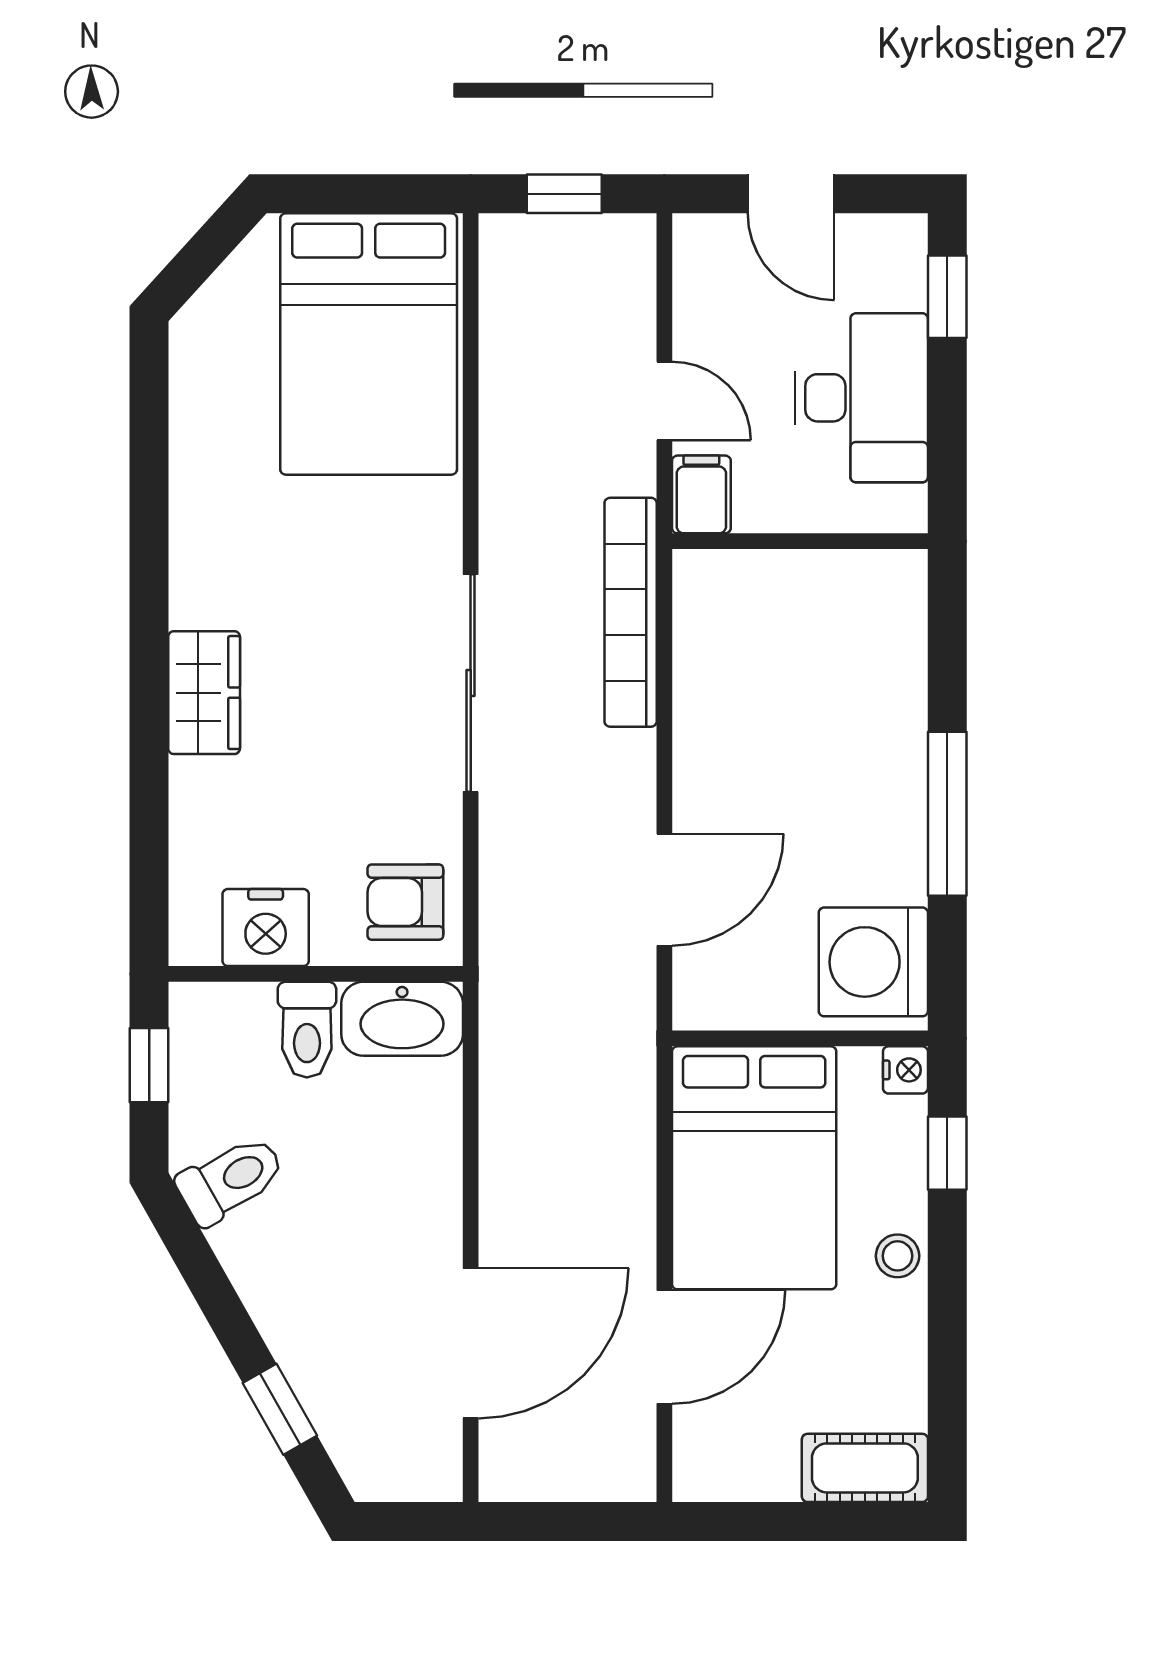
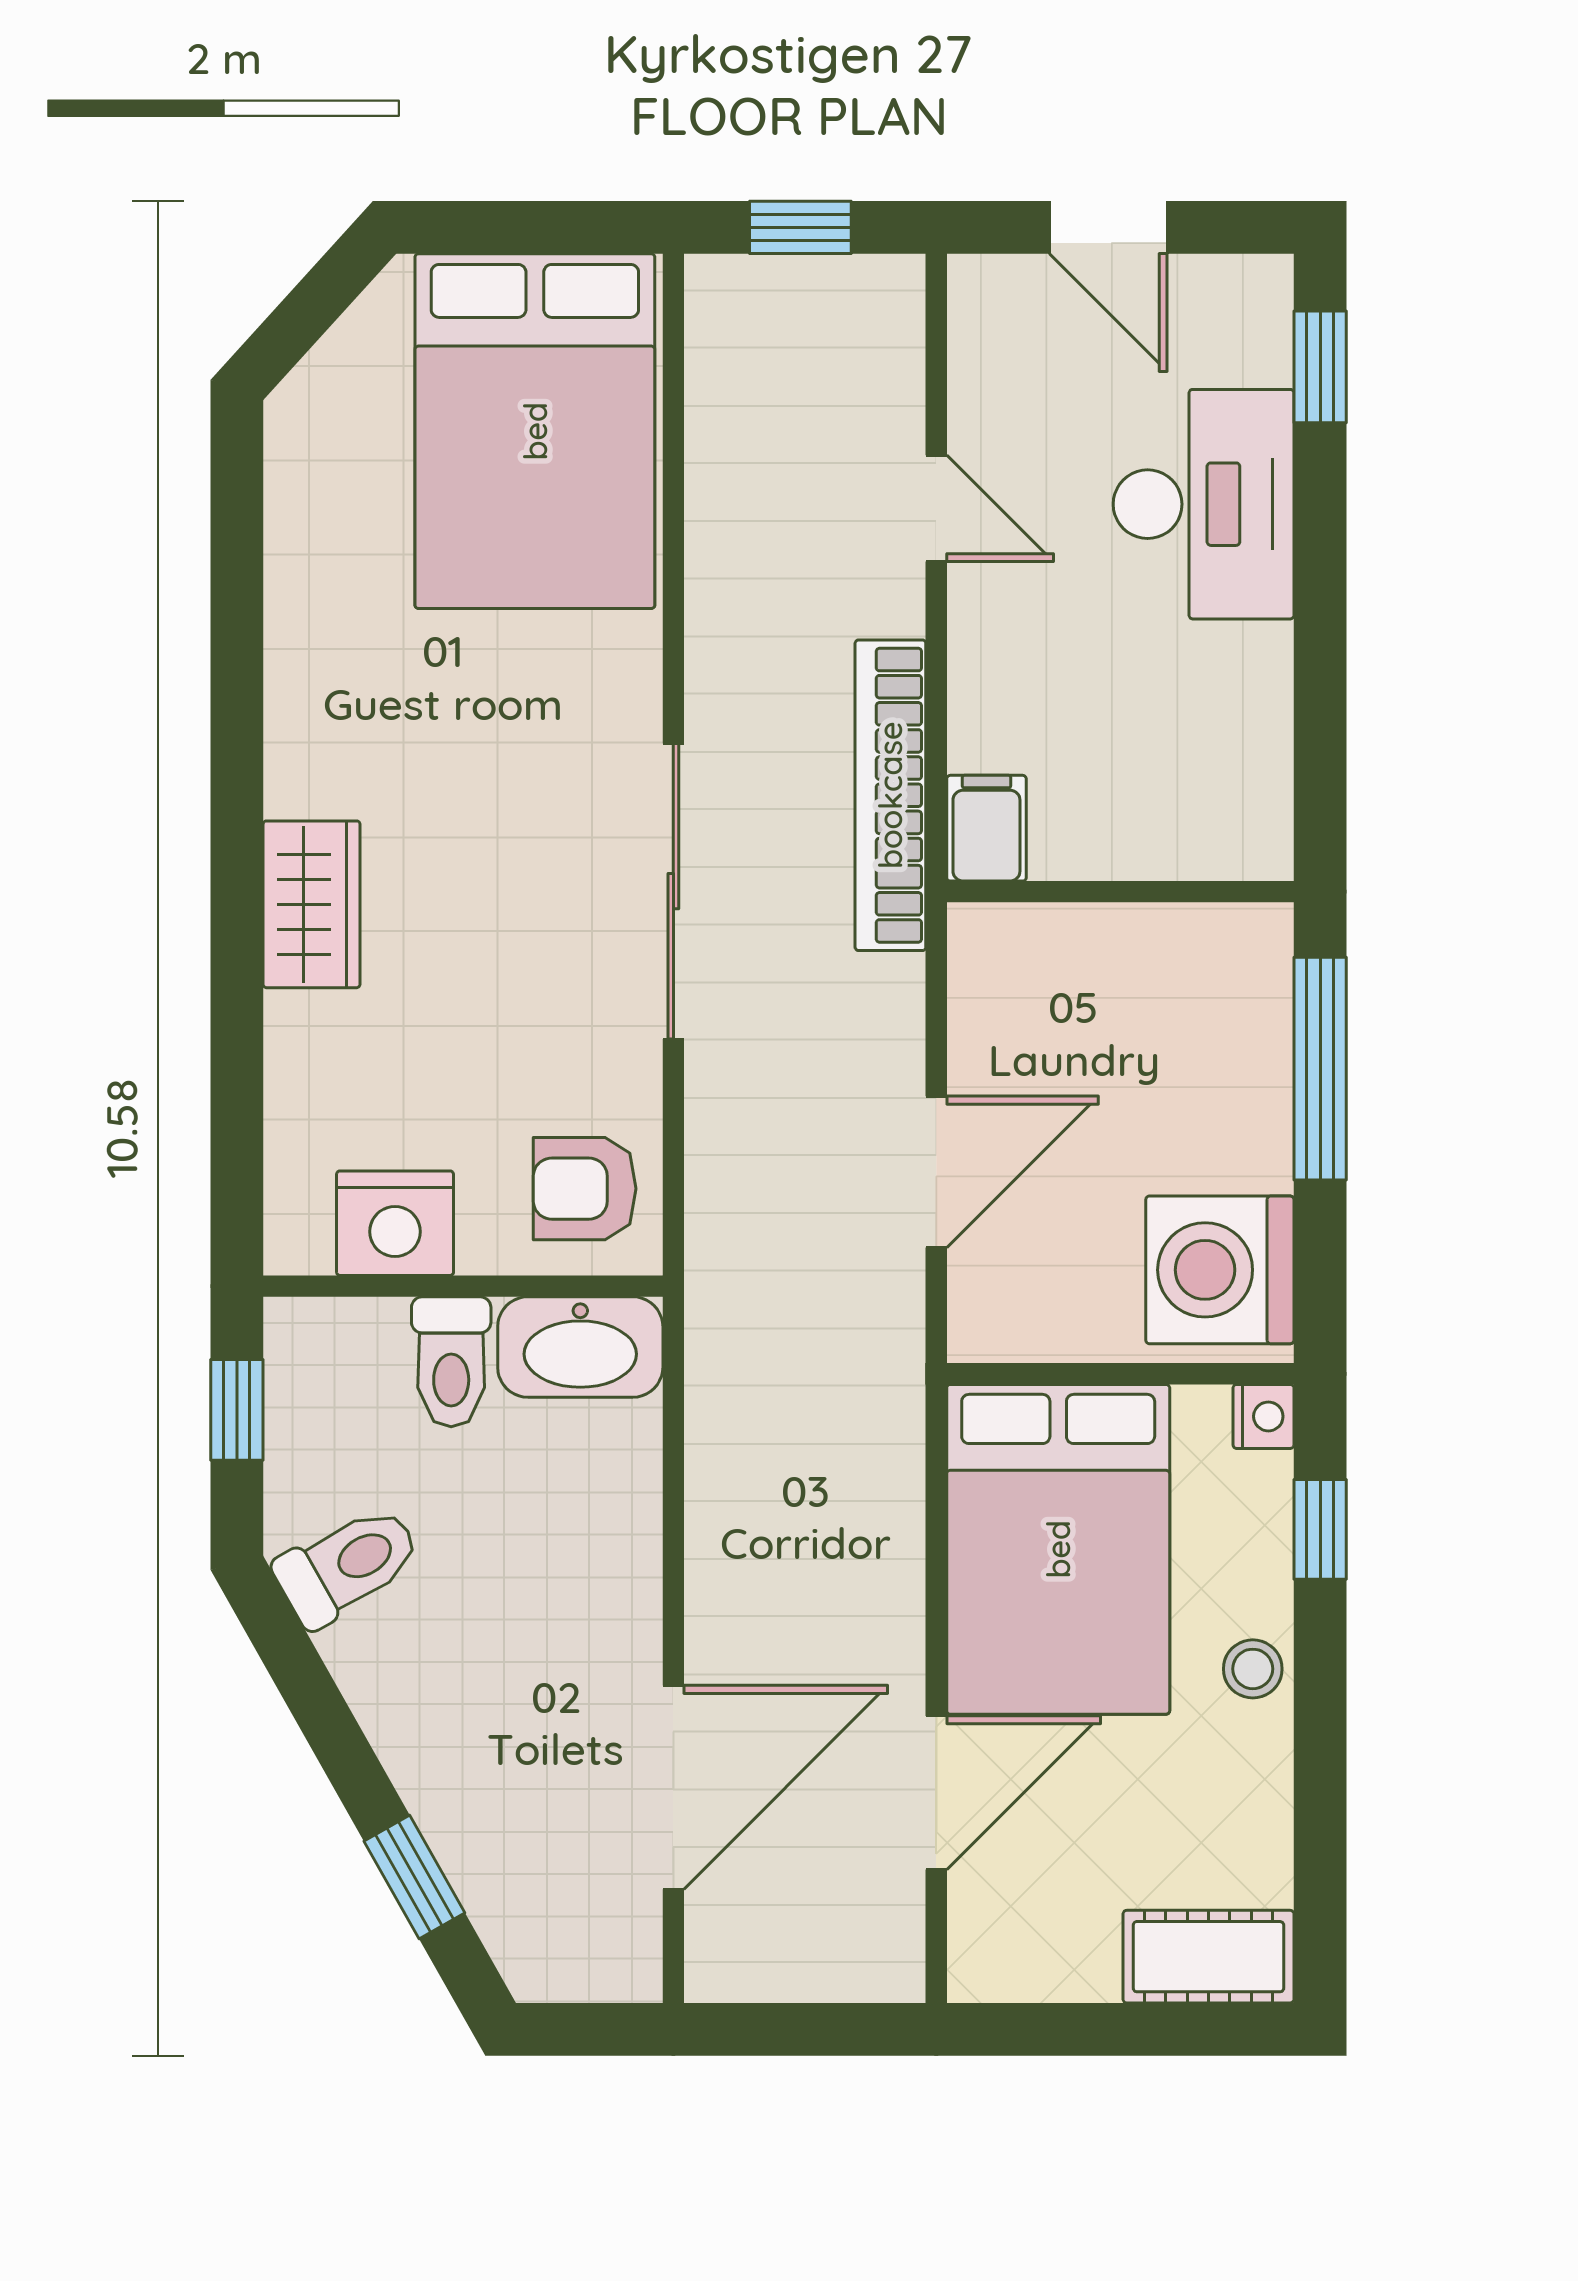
filing cabinet: (701, 494) -> (986, 828), moved
wall: (800, 541) -> (1120, 892), moved

